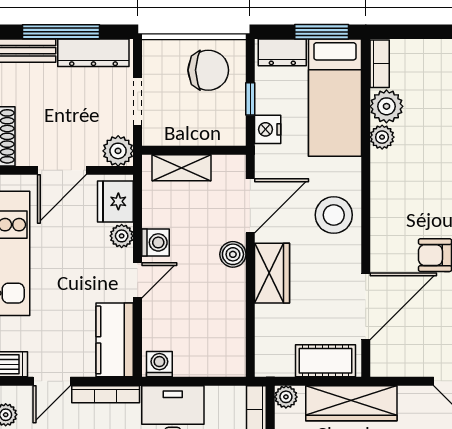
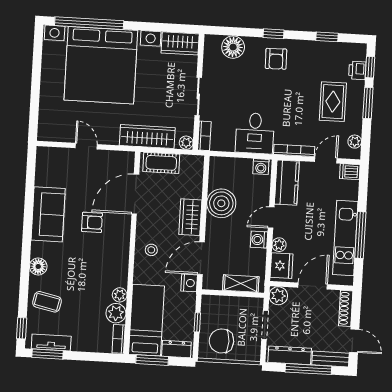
nightstand: (268, 129) -> (189, 283), moved
stool: (334, 215) -> (151, 250), width x0.53, depth x0.53
boiler: (233, 254) -> (221, 203), moved, width x1.86, depth x1.86

